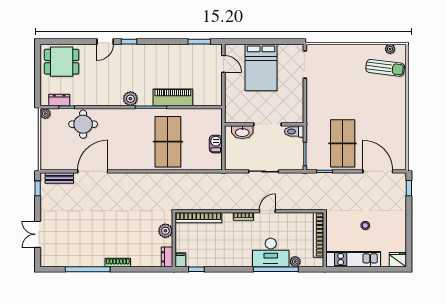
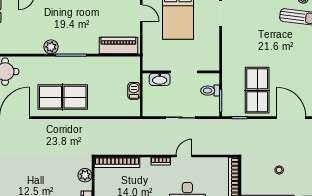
piano: (173, 97) -> (118, 46), moved
toilet: (294, 132) -> (210, 91), moved
table tennis table: (168, 142) -> (63, 97), moved, turned 90

